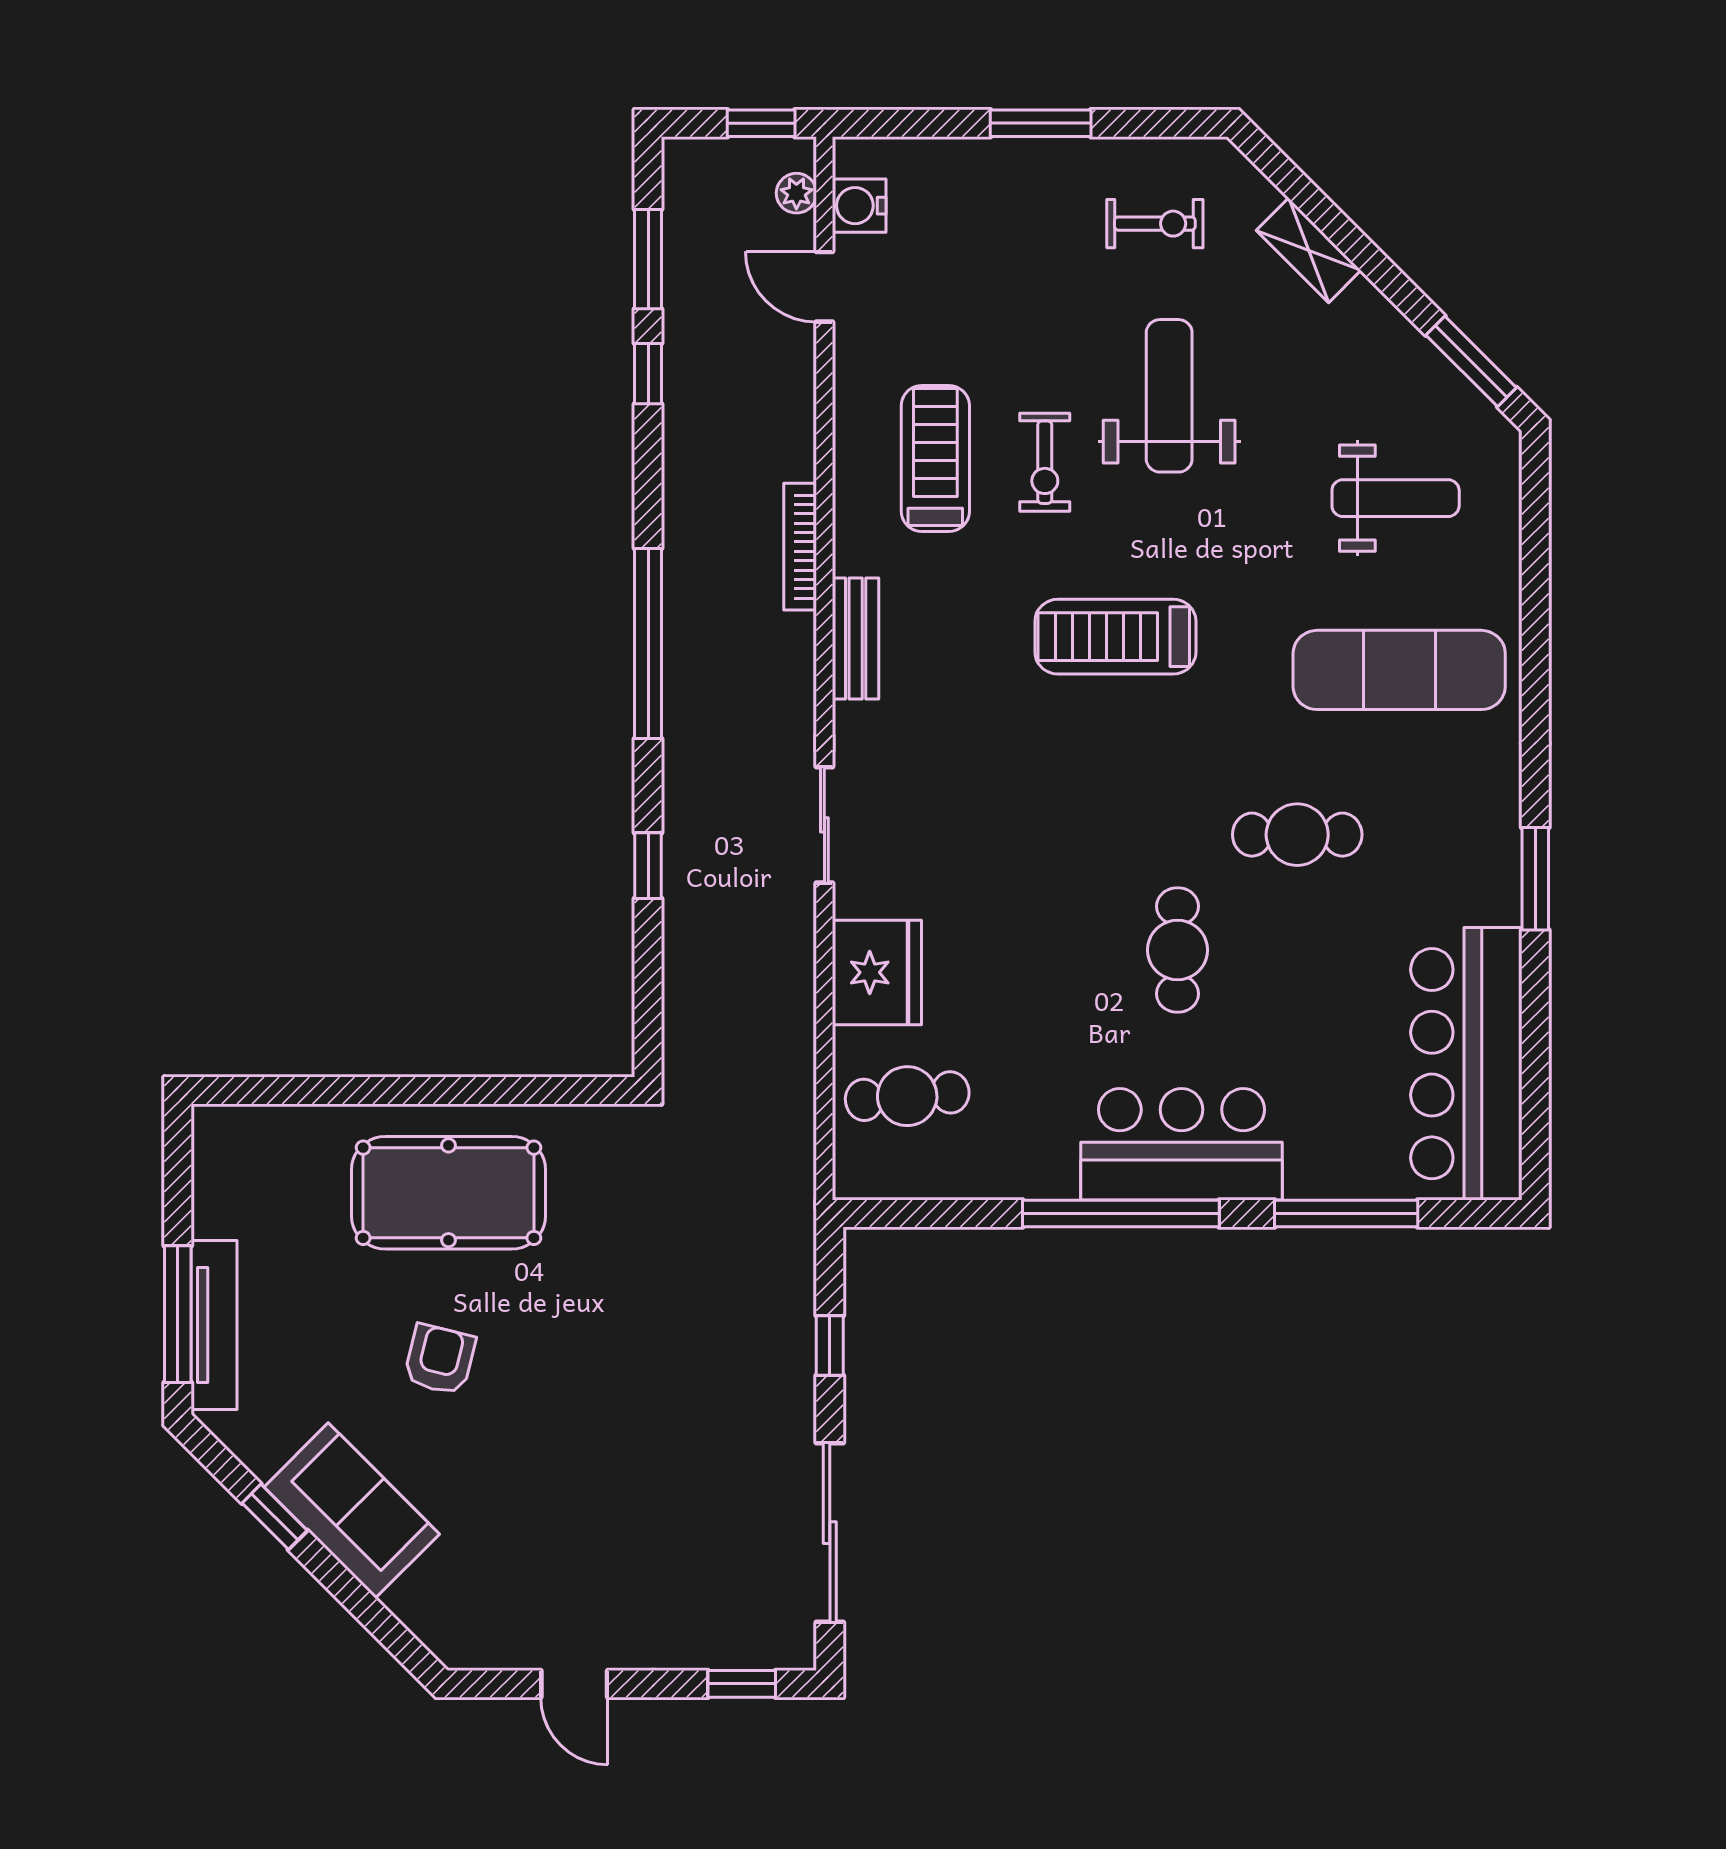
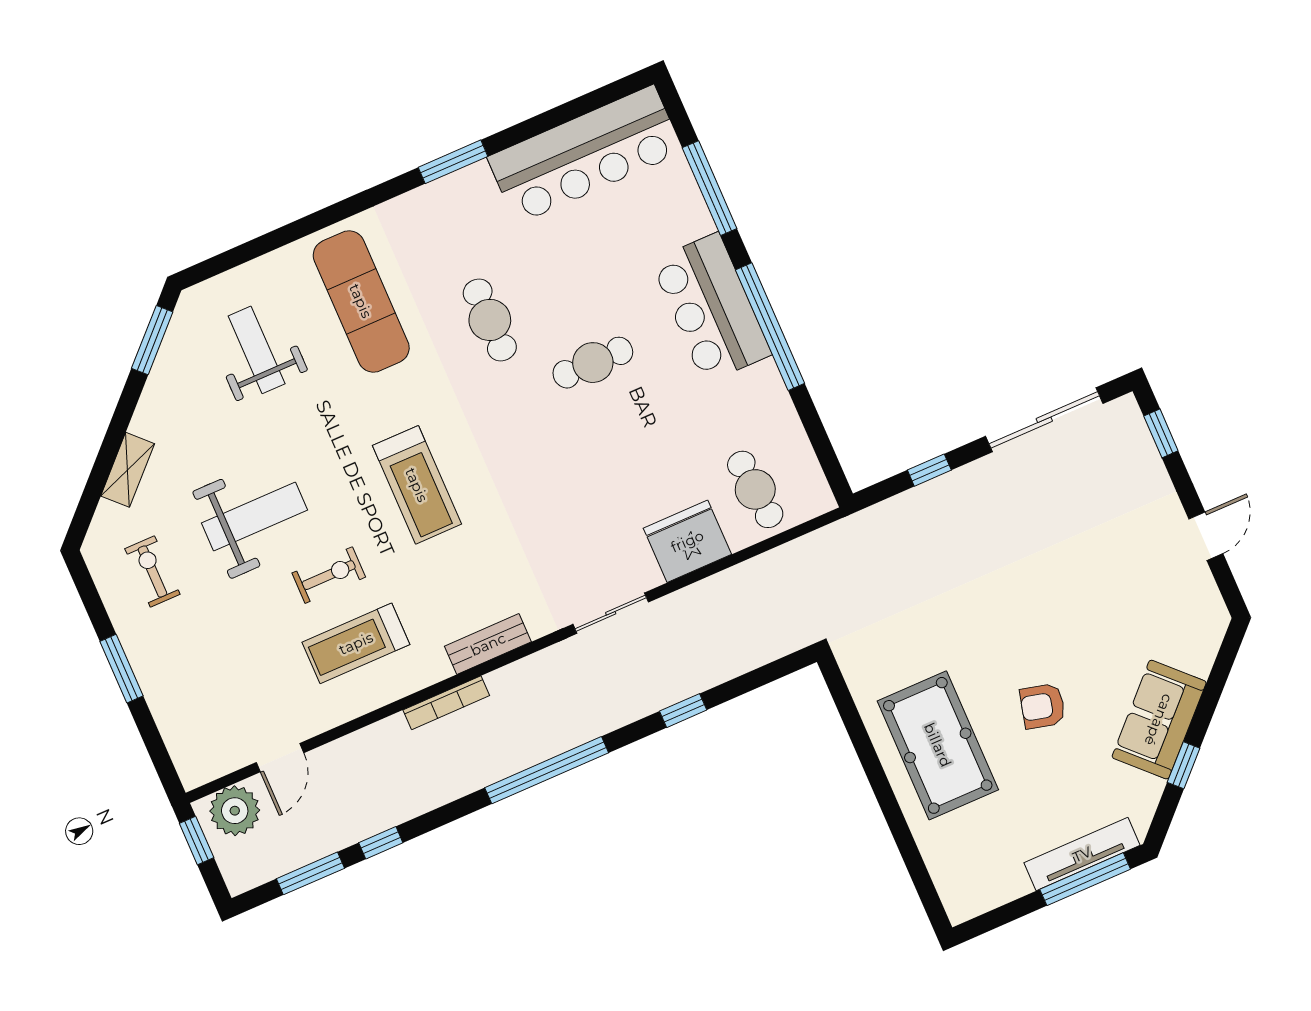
plant: (796, 193) -> (235, 811), width x1.88, depth x1.88
water cooler: (859, 206) -> (221, 758), removed
weight bench: (1169, 396) -> (254, 516), turned 180

